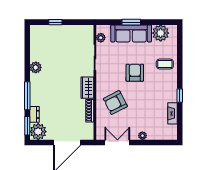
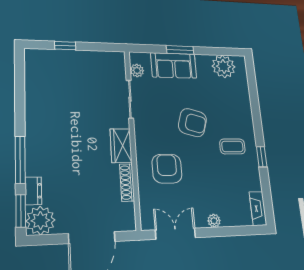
sofa: (131, 33) -> (174, 65), width x0.73
coffee table: (165, 64) -> (232, 146), moved
plant: (36, 67) -> (34, 114), removed
armchair: (135, 73) -> (192, 123), turned 106
armchair: (115, 103) -> (167, 169), turned 117
fireplace: (172, 113) -> (258, 208), moved

